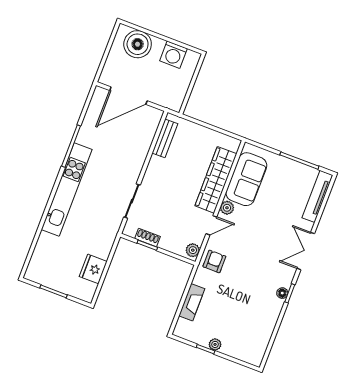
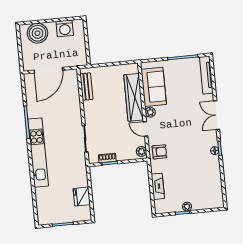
door: (211, 225) -> (146, 129), swing flipped
armchair: (214, 261) -> (159, 152), turned 90

